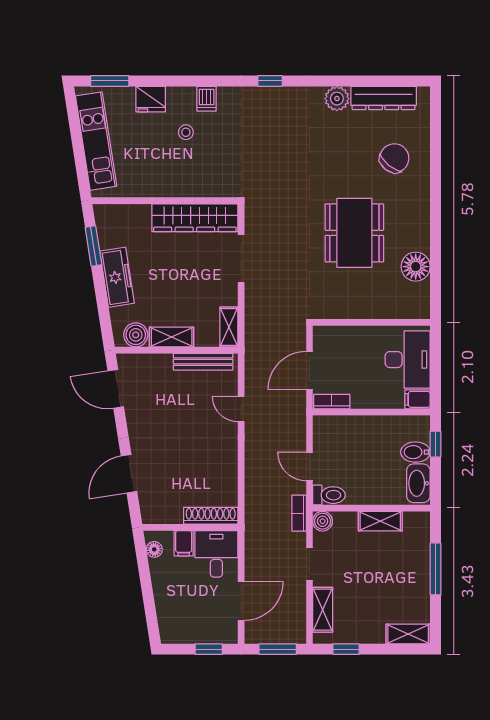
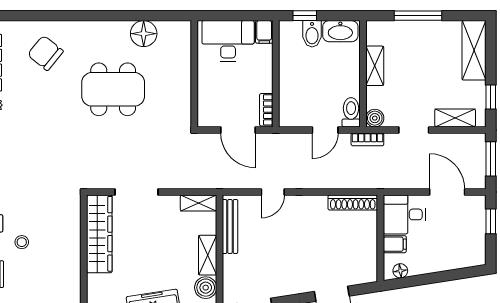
shoe rack: (211, 516) -> (353, 203), moved, turned -90
shelving: (408, 634) -> (474, 50), width x1.50, depth x1.33

